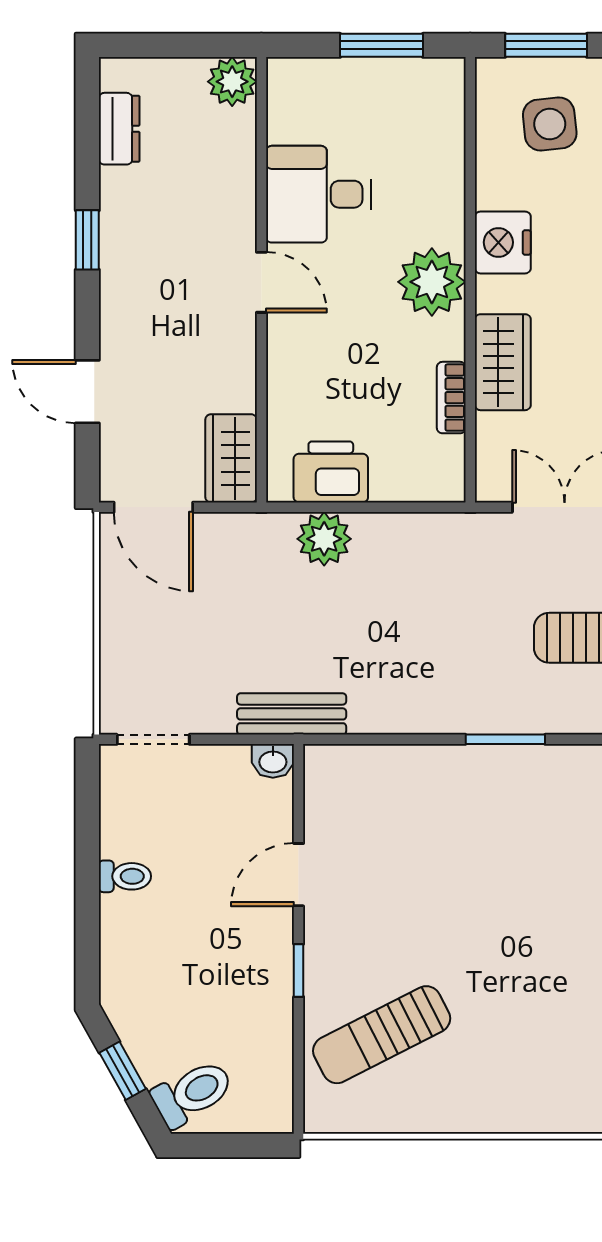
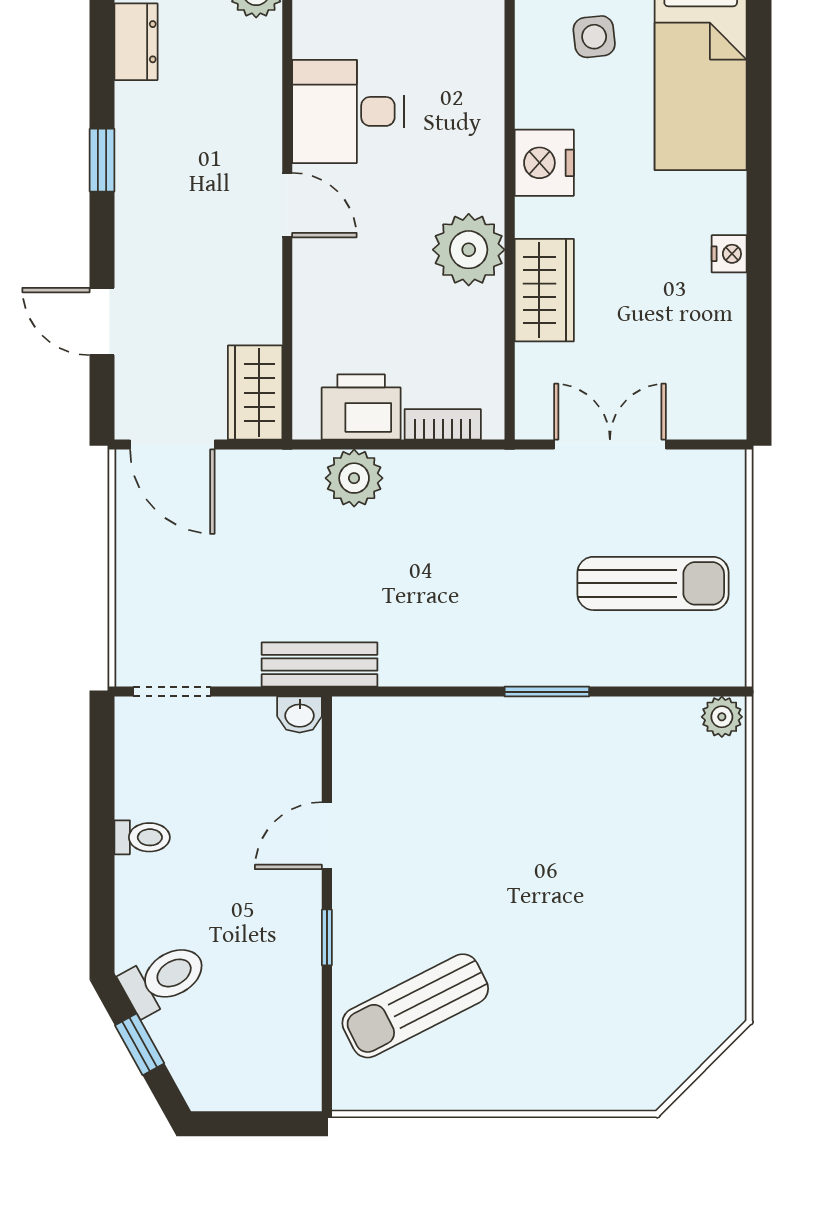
side table: (550, 124) -> (594, 37), width x0.73, depth x0.73
plant: (432, 282) -> (469, 250), moved
bookcase: (451, 398) -> (443, 424), moved, turned 90
toilet: (192, 1093) -> (164, 979), moved

